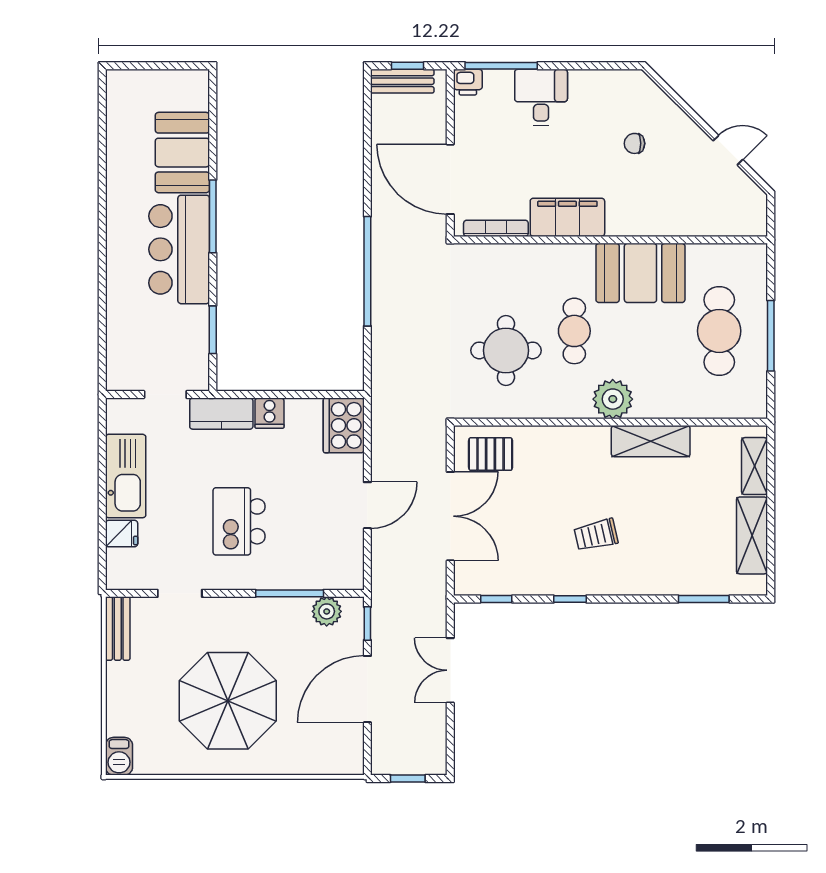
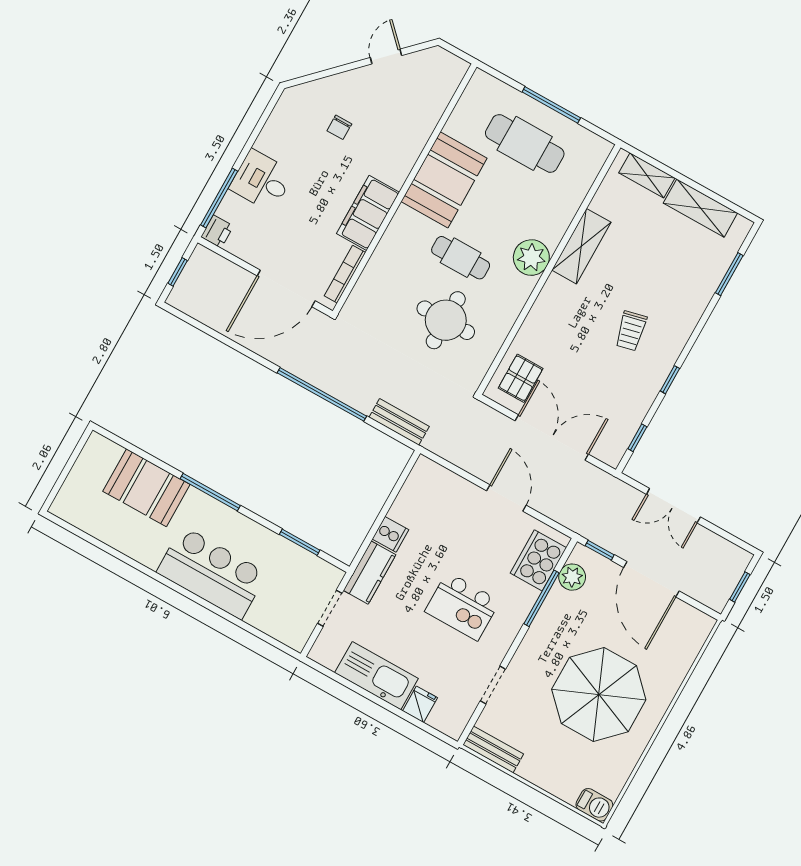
bench: (402, 81) -> (399, 422), moved, turned 90
bar counter: (179, 249) -> (212, 573), moved, turned 180
cooker: (344, 425) -> (538, 560), moved, turned 90

